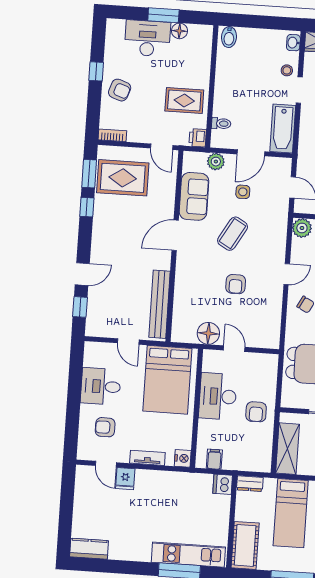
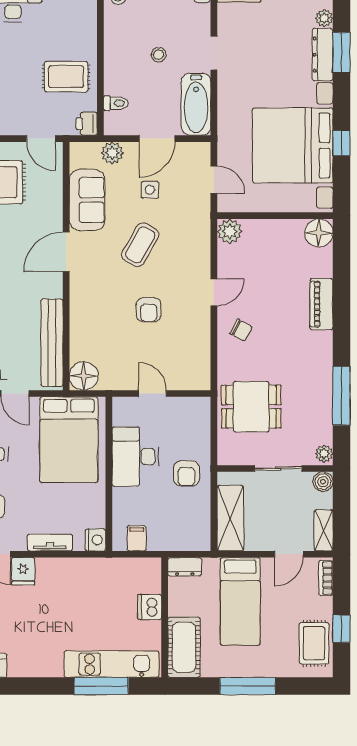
stool: (287, 70) -> (159, 55), moved
floor lamp: (208, 333) -> (84, 376), moved
dishwasher: (223, 484) -> (150, 607), moved

